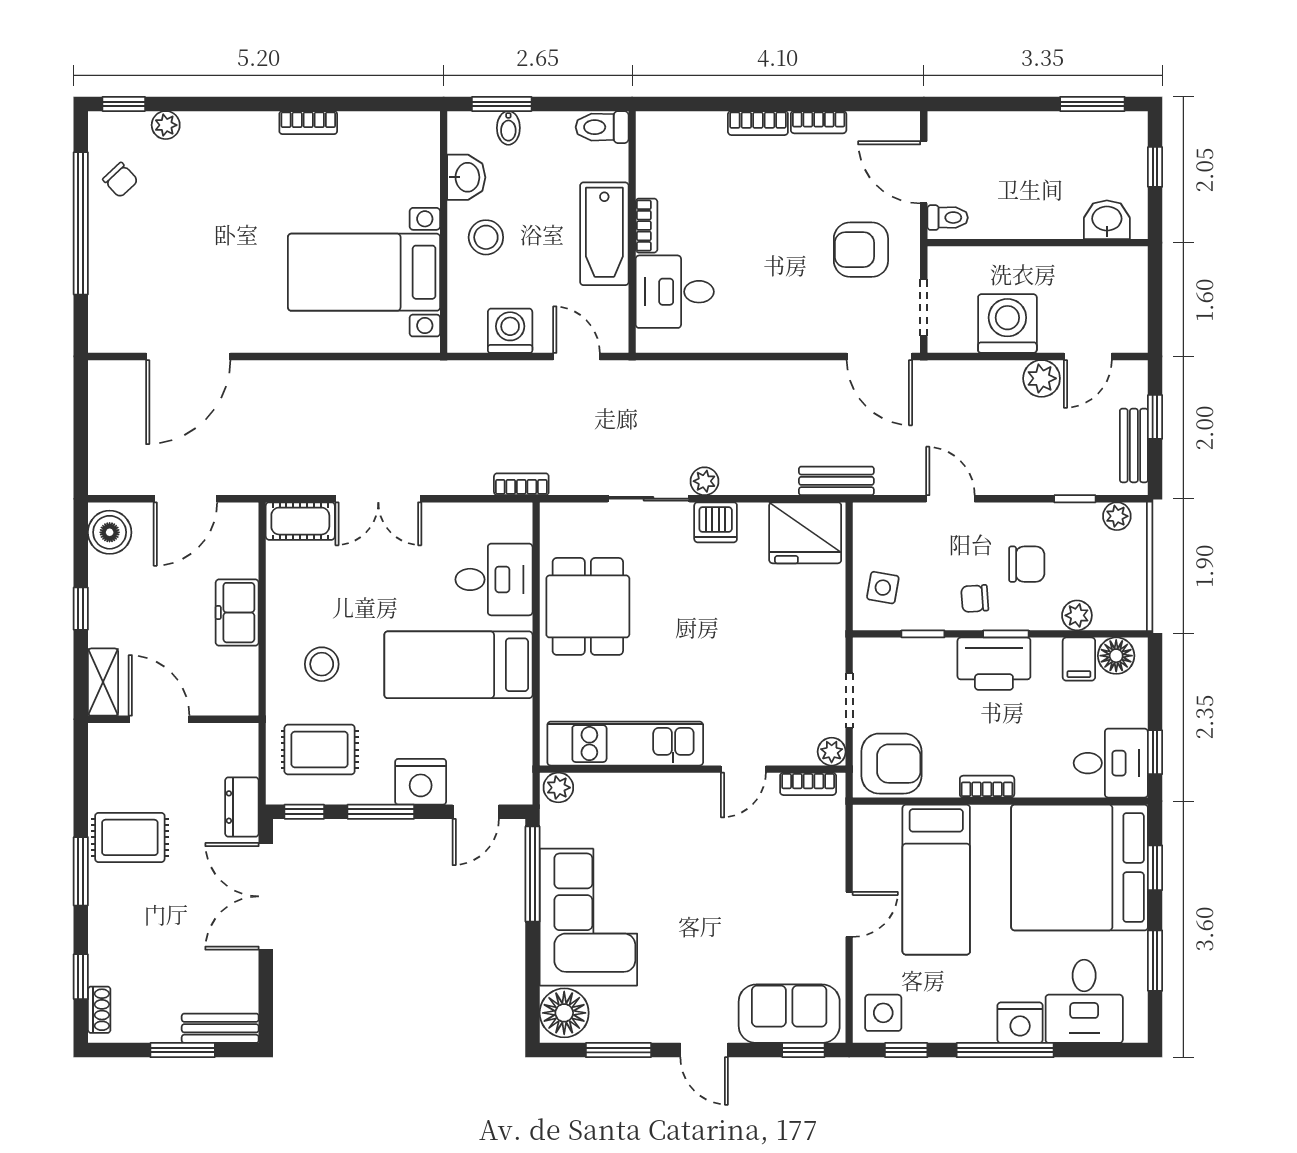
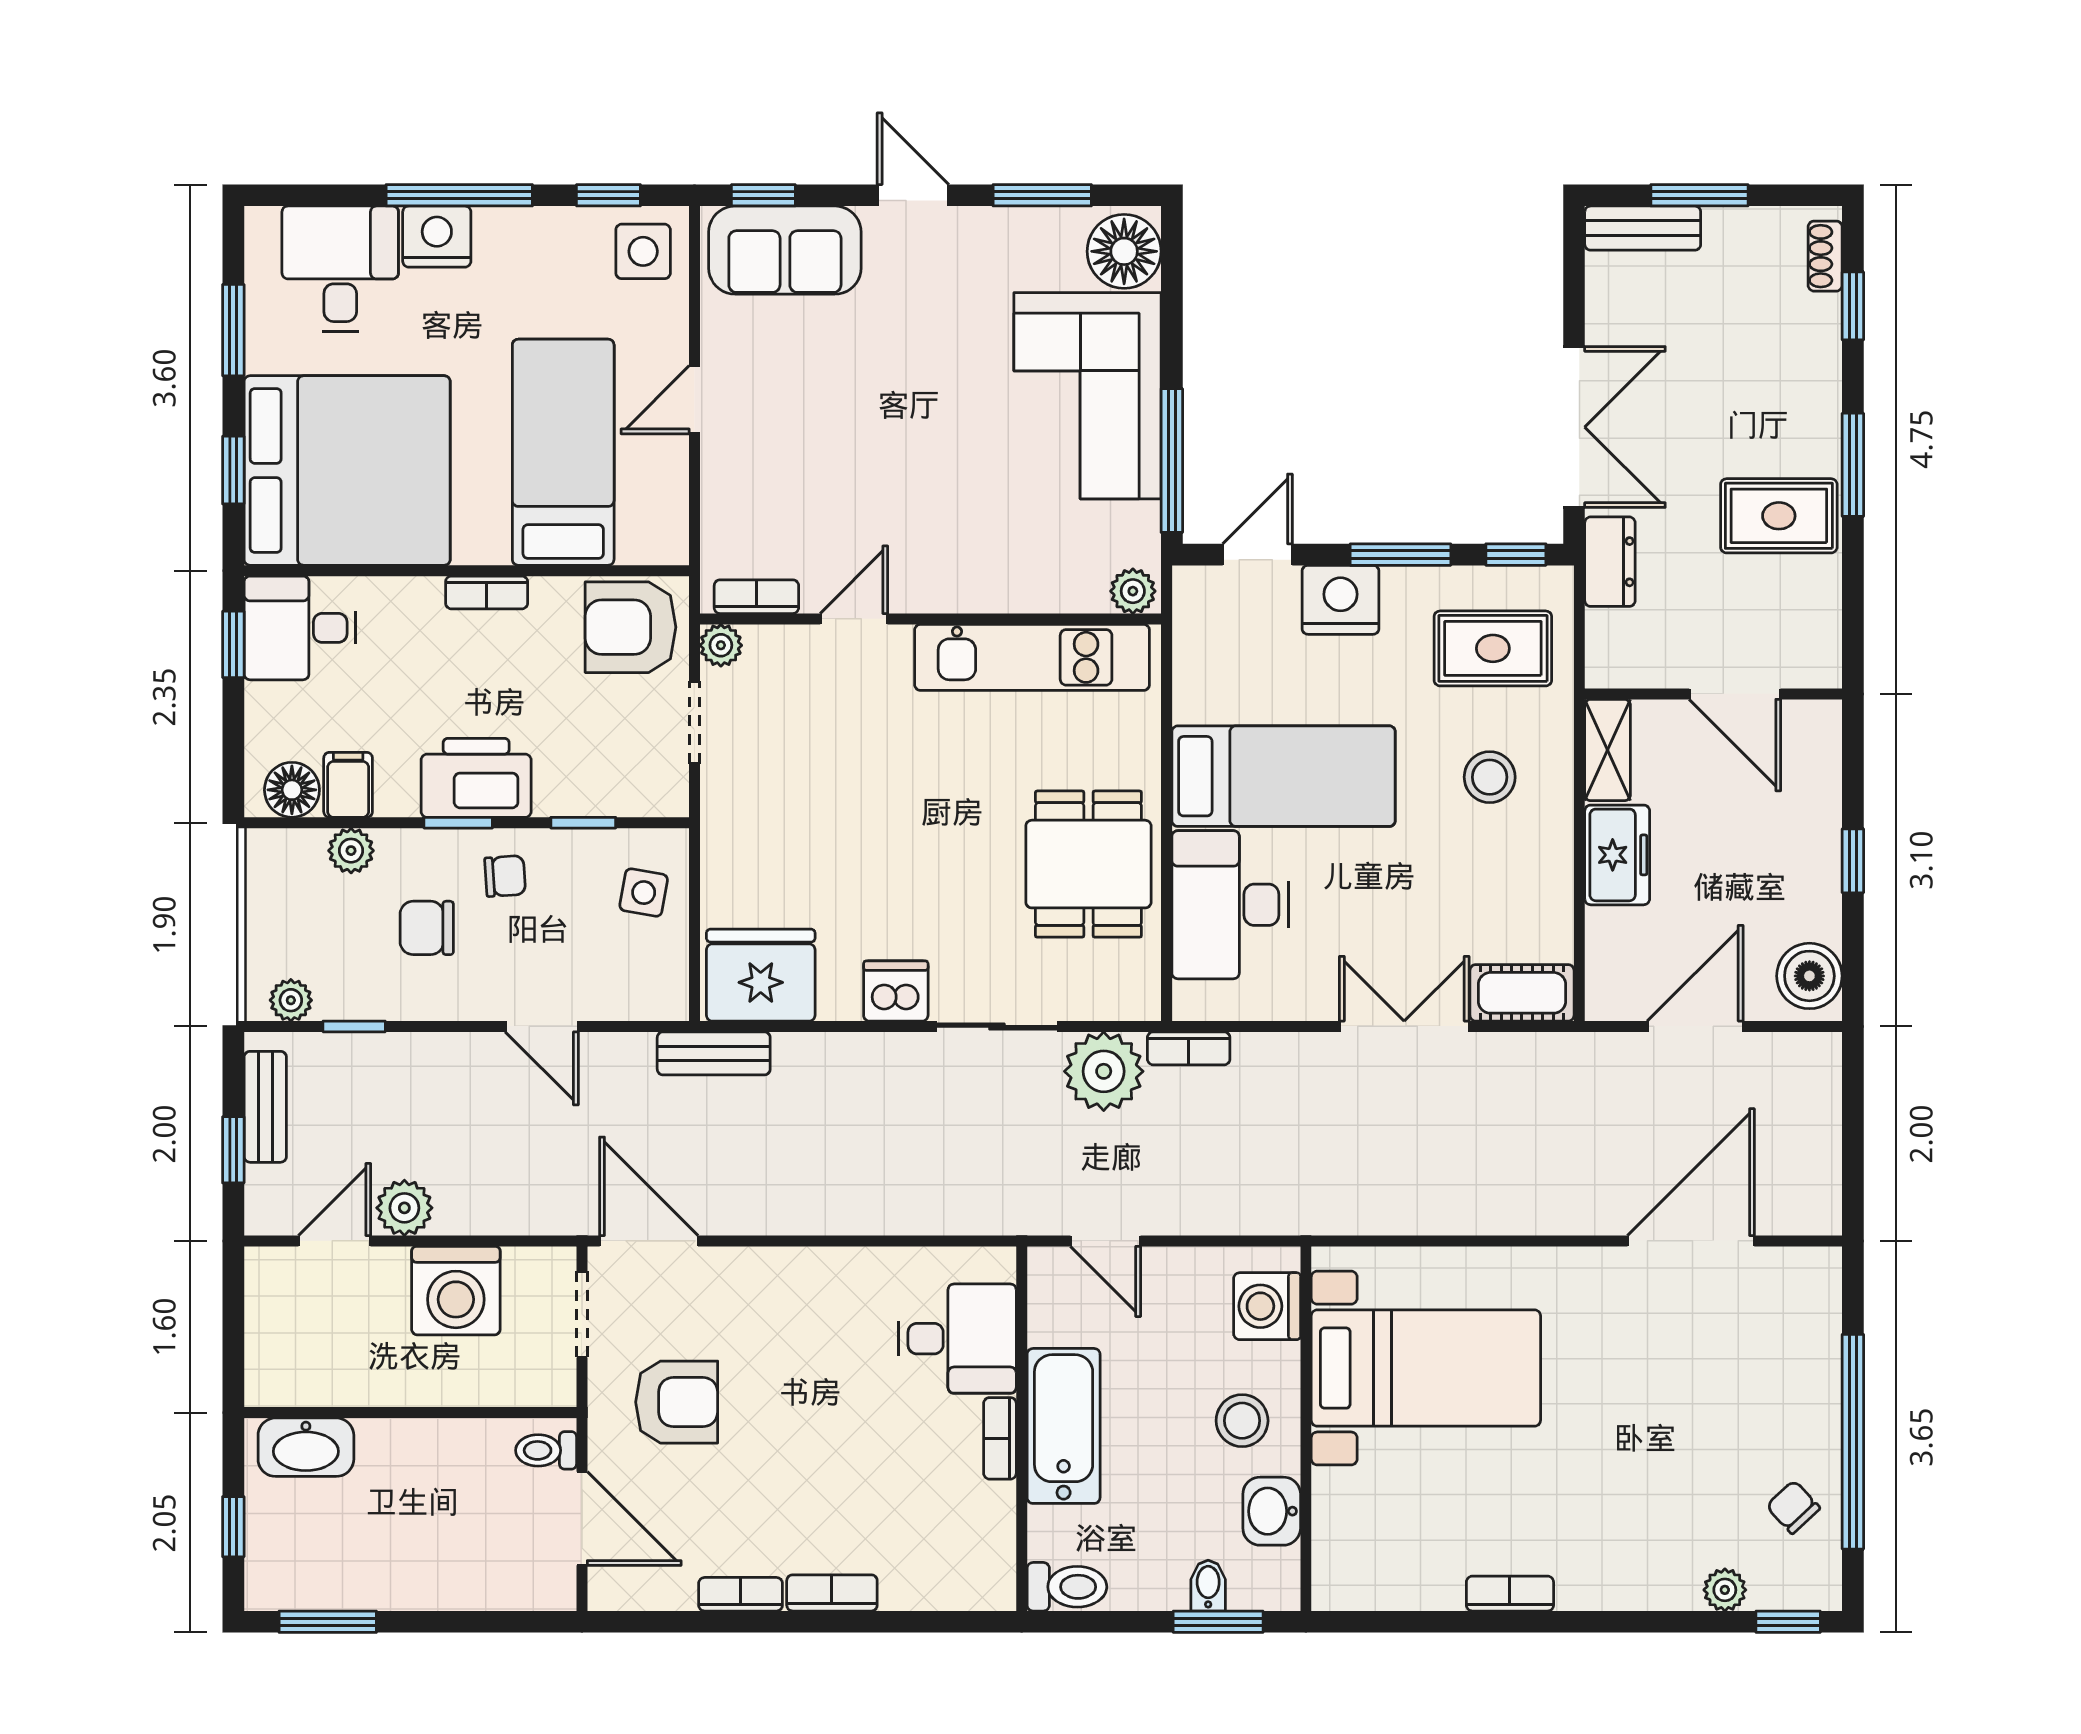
washbasin: (1107, 220) -> (306, 1447), width x1.38
washing machine: (510, 331) -> (1267, 1306), moved, turned 90
plant: (705, 481) -> (1104, 1071), moved, width x1.87, depth x1.87
desk: (494, 579) -> (1230, 905), width x1.37
shelving: (103, 682) -> (1608, 750), moved

